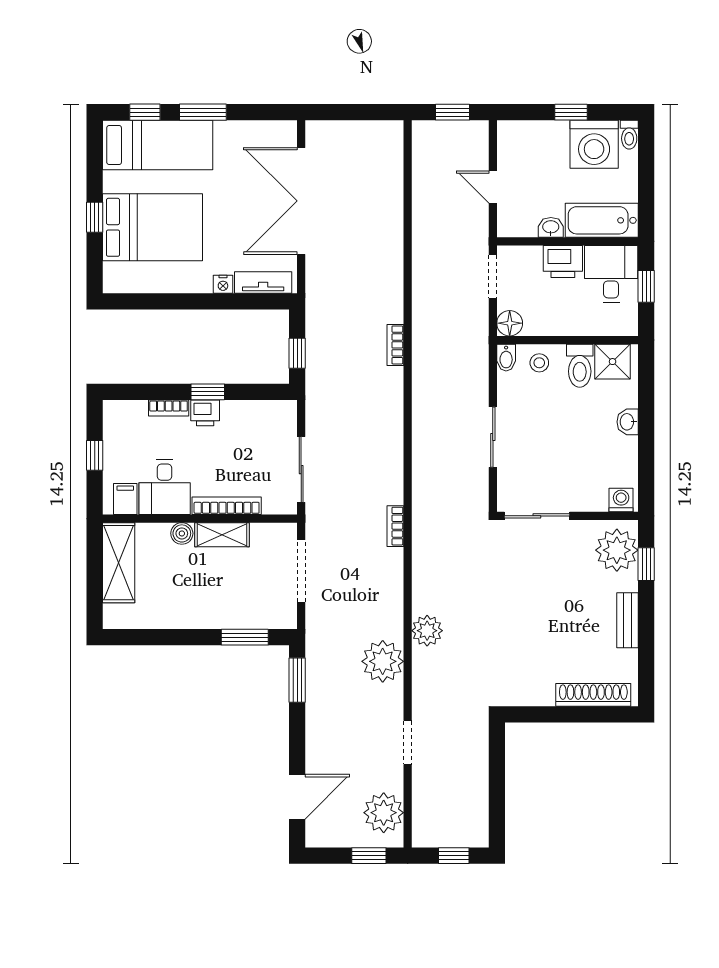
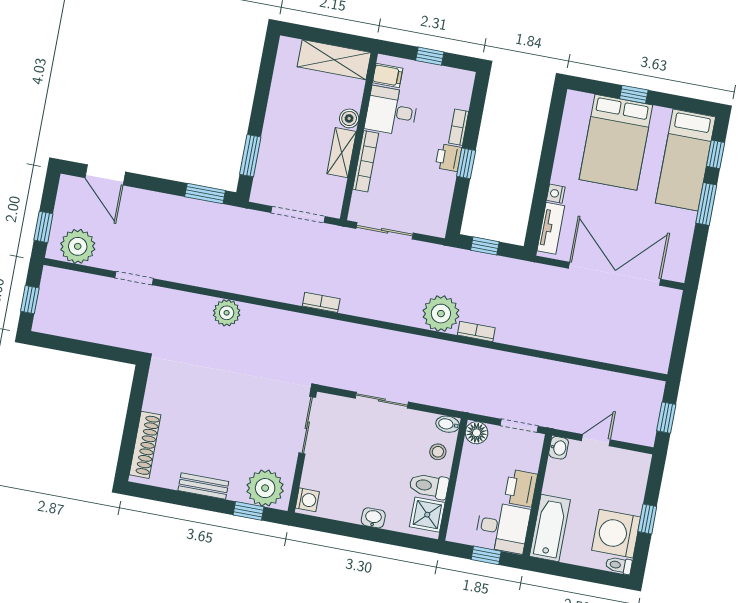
washbasin: (551, 227) -> (559, 448), moved
plant: (383, 661) -> (441, 314), moved

